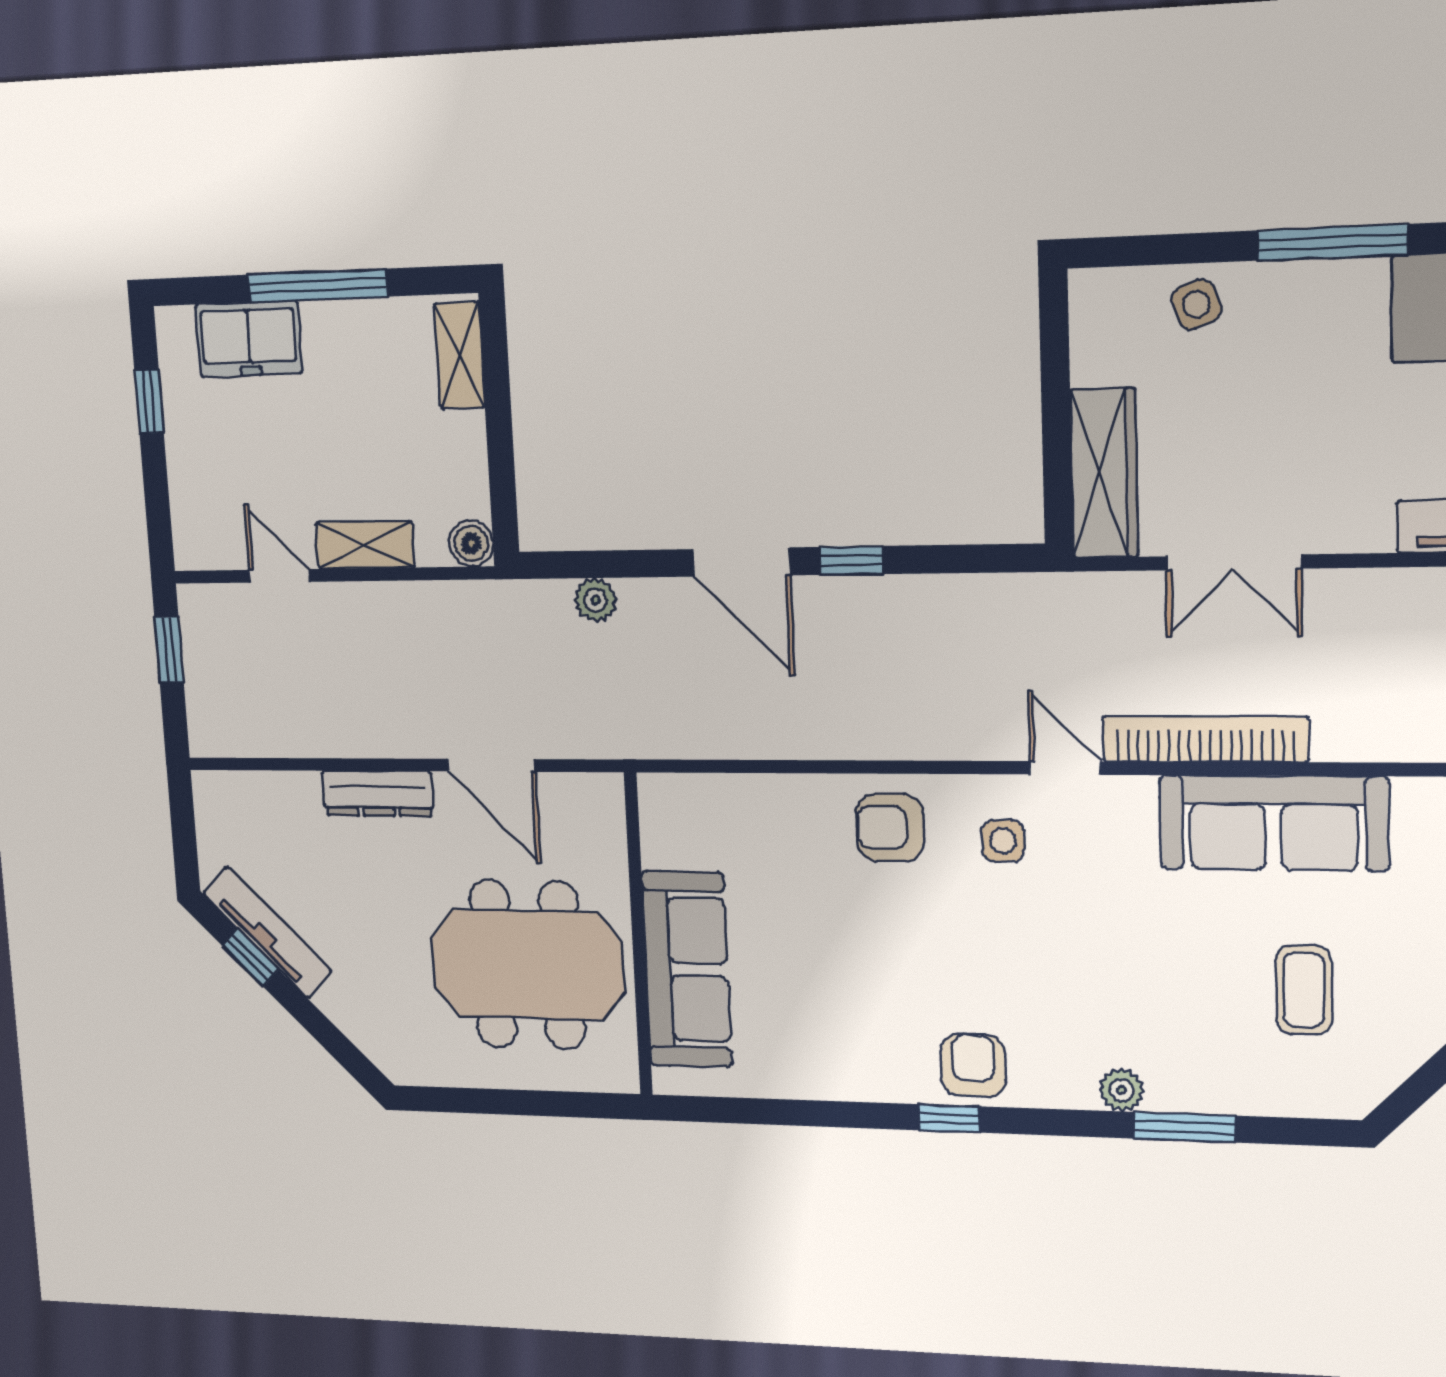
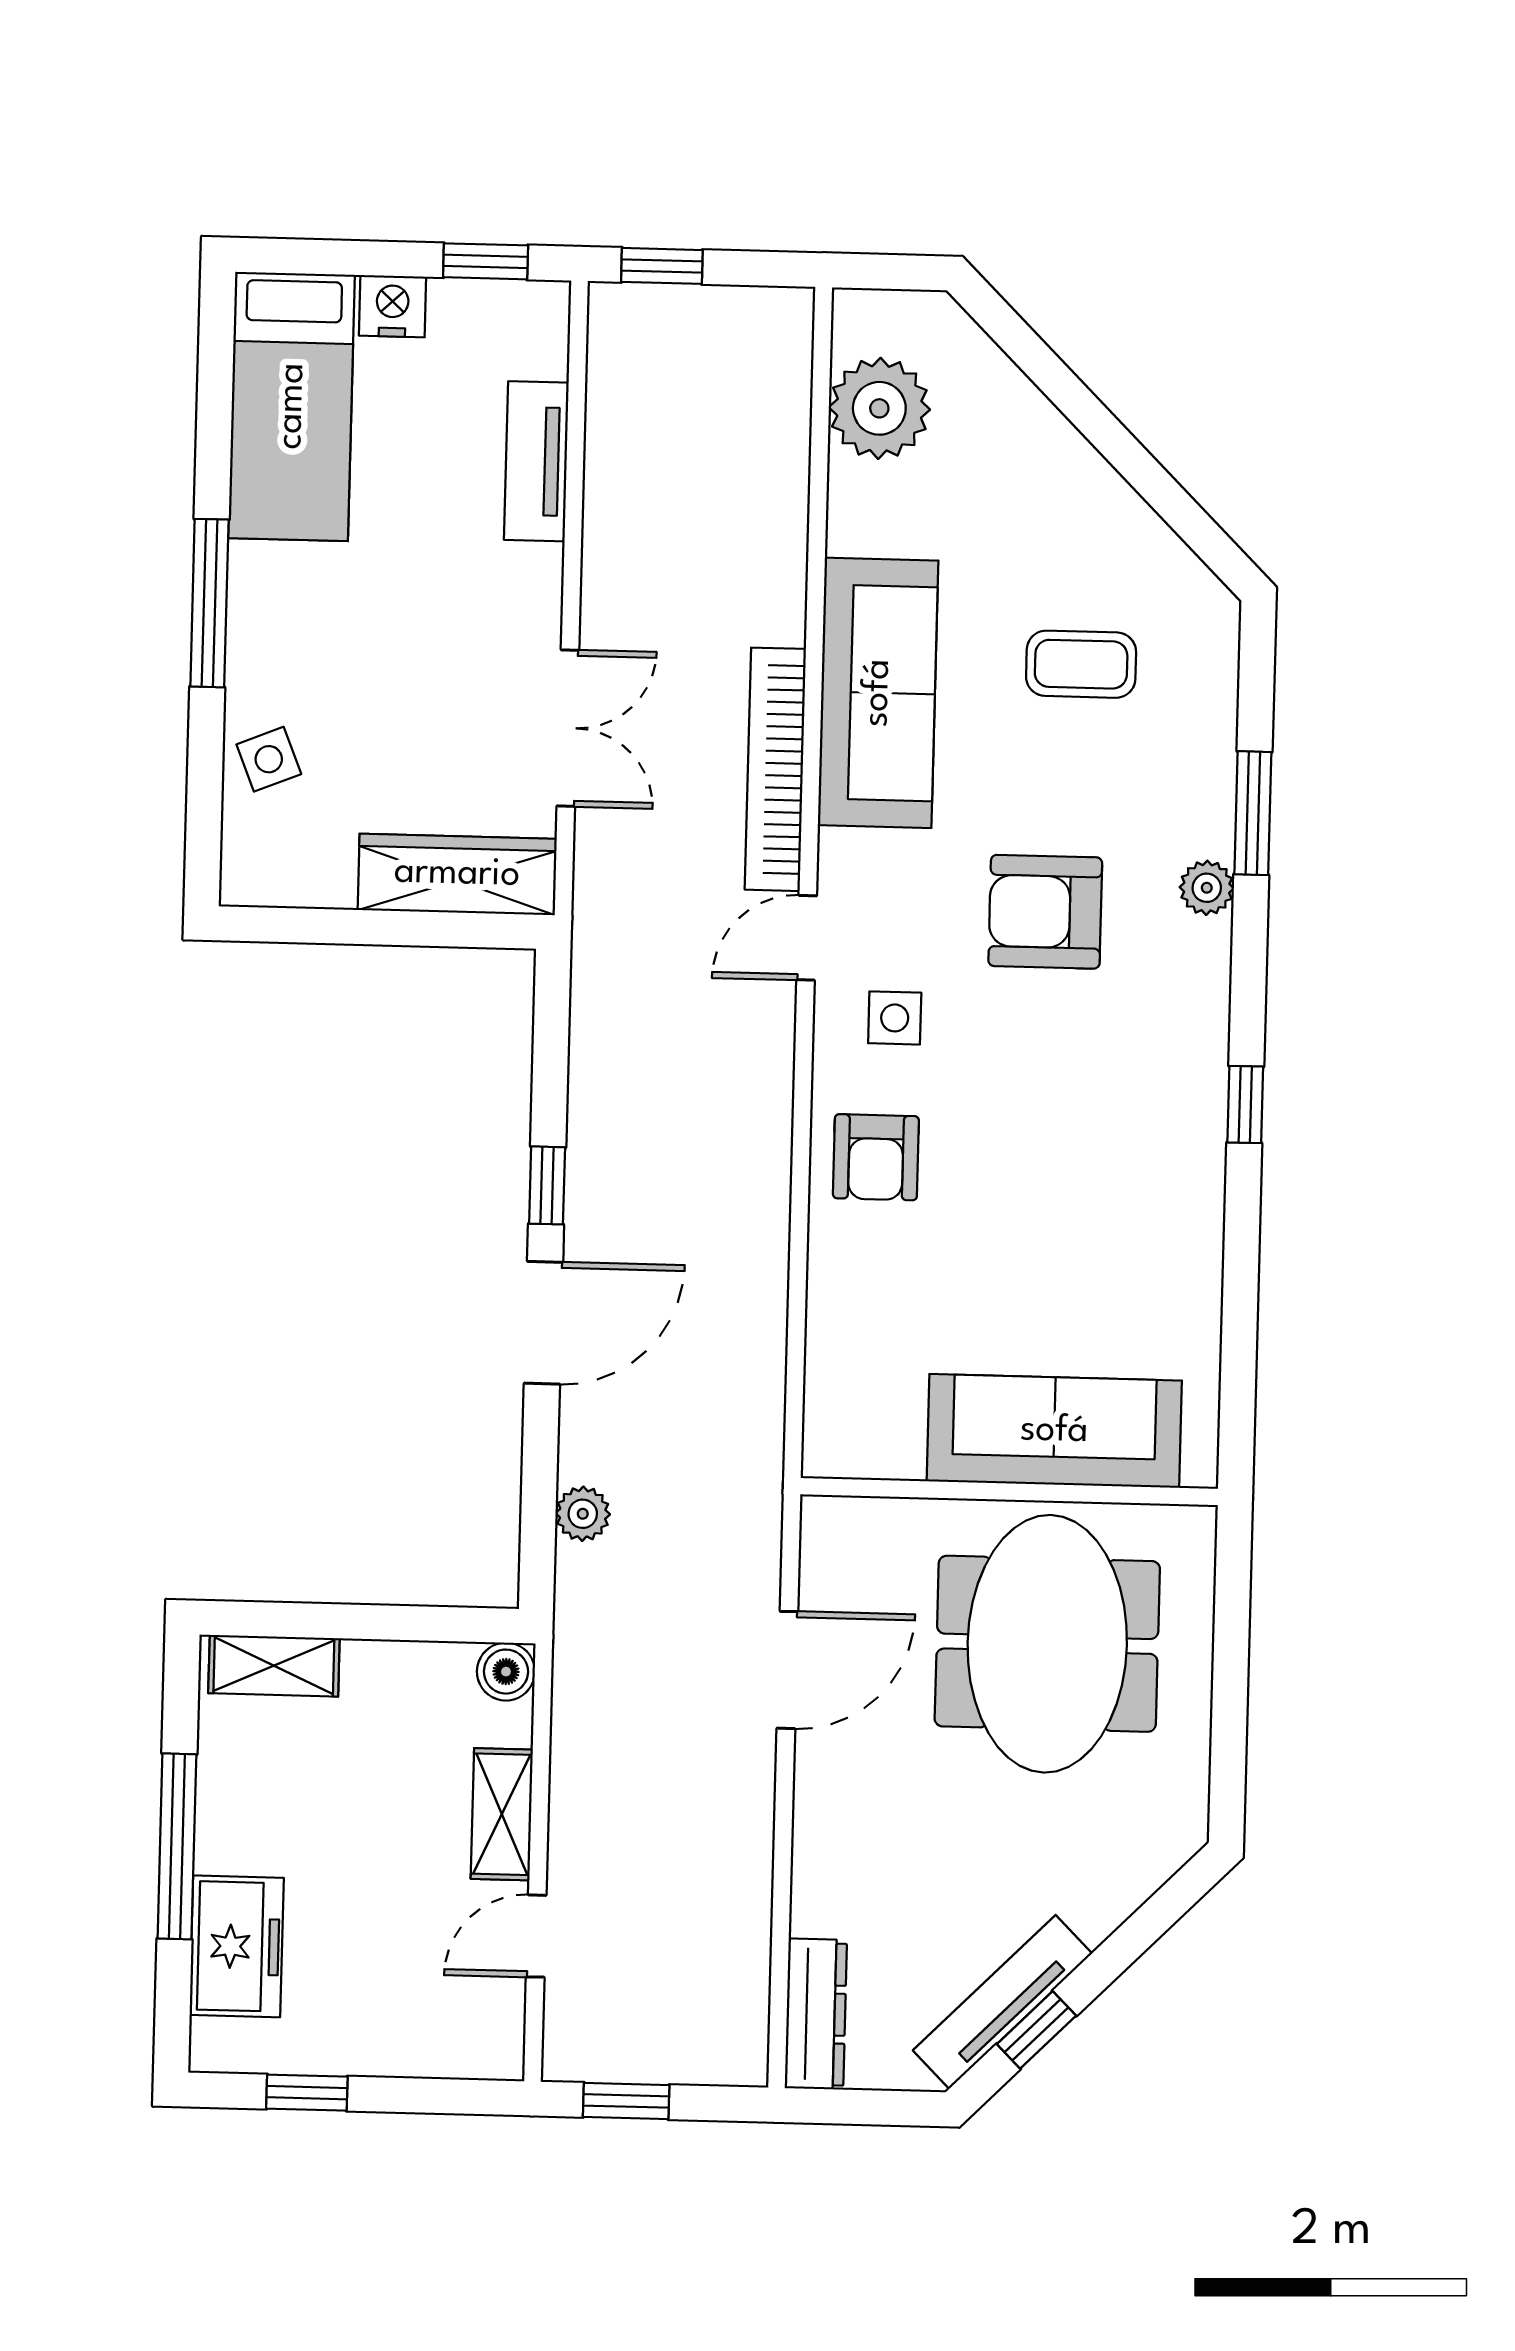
dresser: (378, 793) -> (816, 2014), moved
armchair: (973, 1065) -> (1045, 912), moved, width x1.38, depth x1.38

